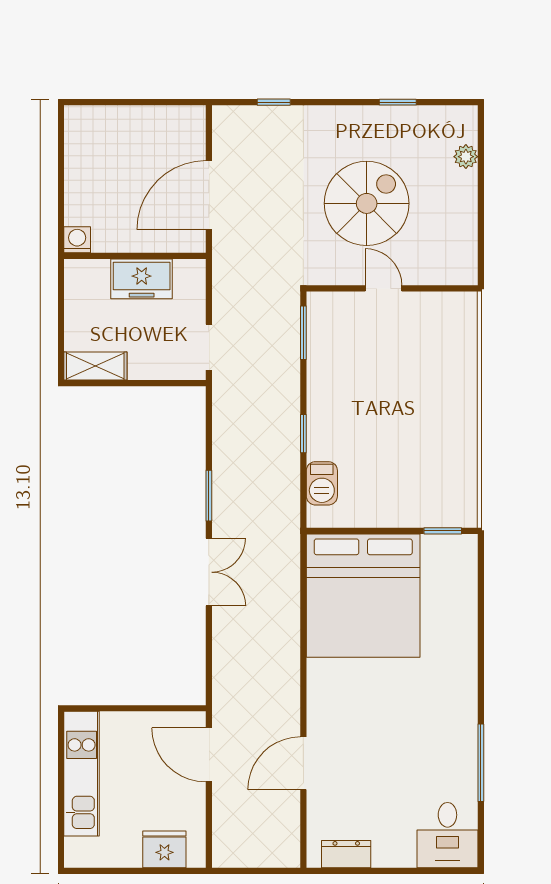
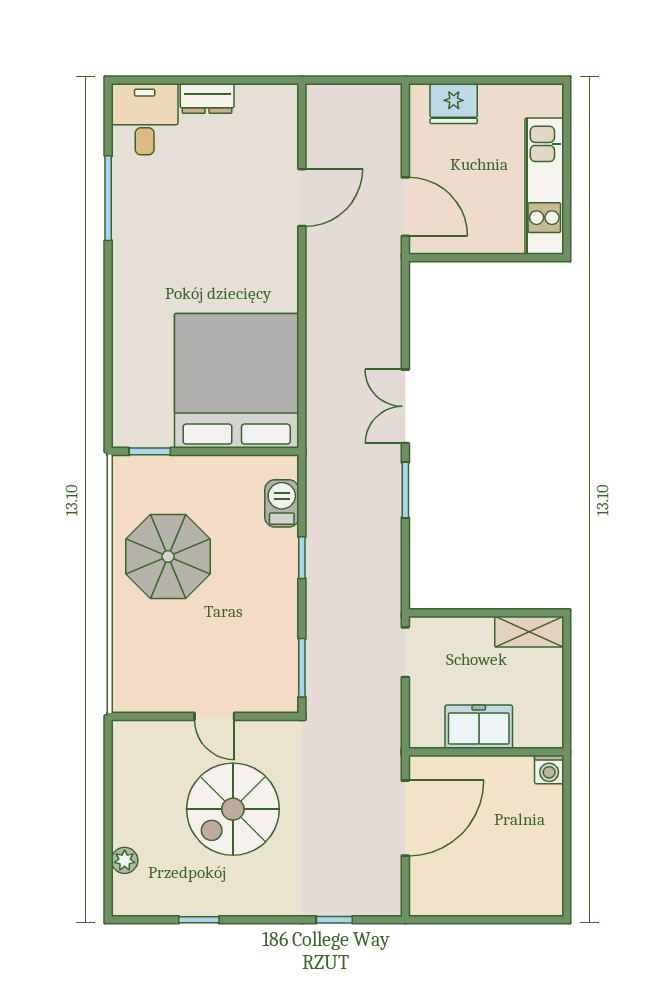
parasol: (426, 435) -> (168, 557), added
dresser: (346, 854) -> (207, 98), moved

